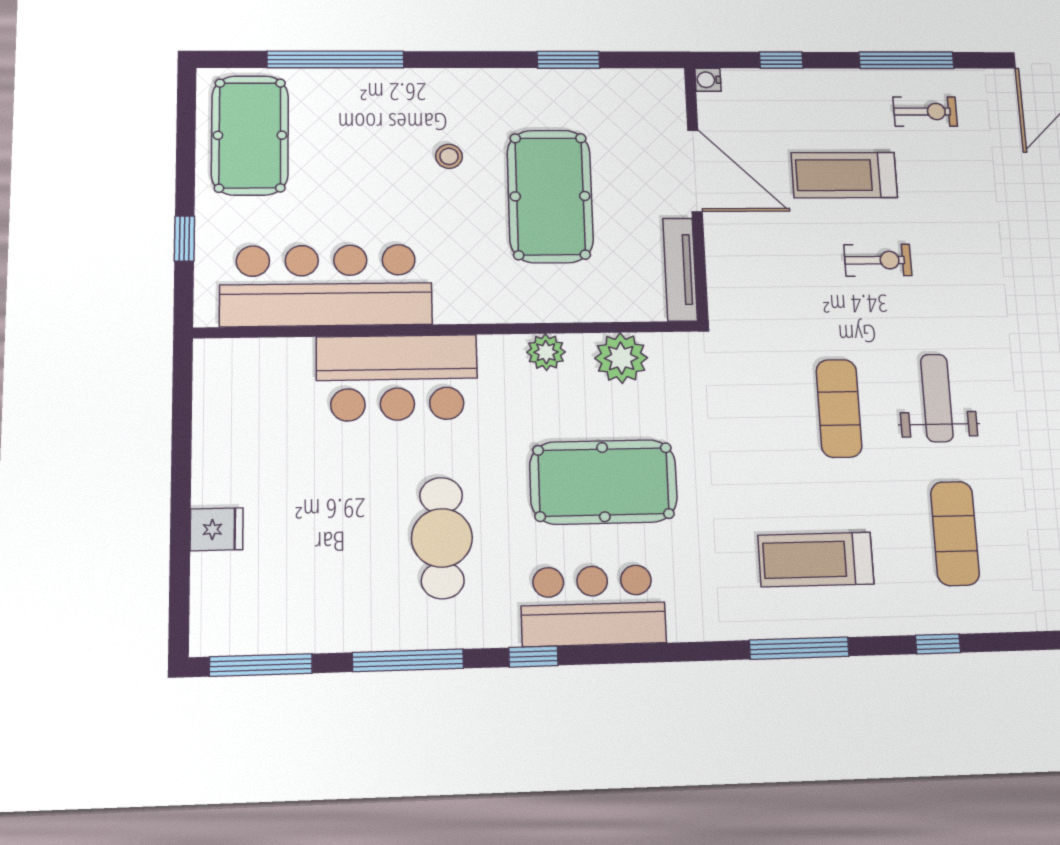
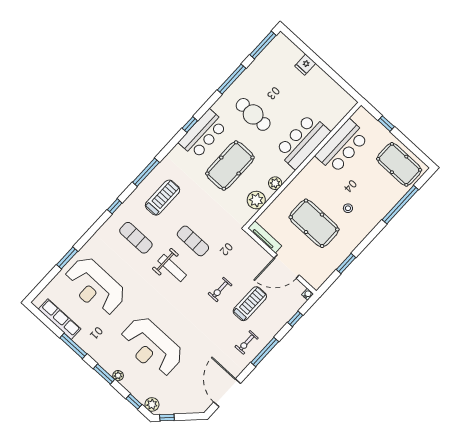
bar counter: (326, 285) -> (342, 146), width x0.73
window: (533, 657) -> (190, 125), moved

